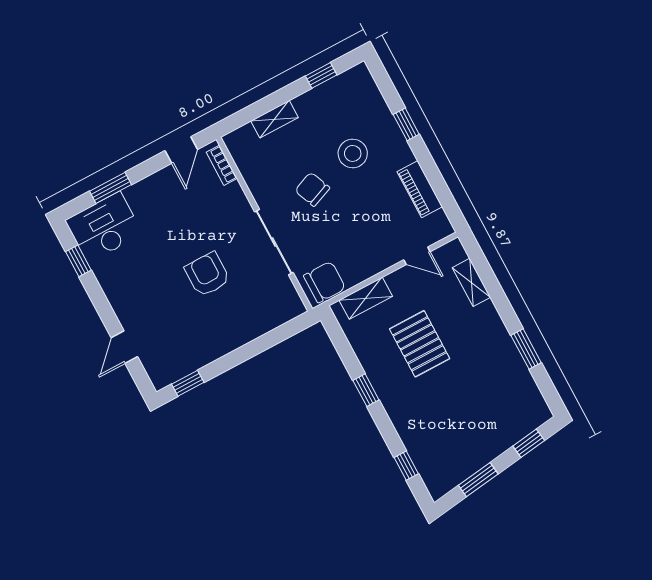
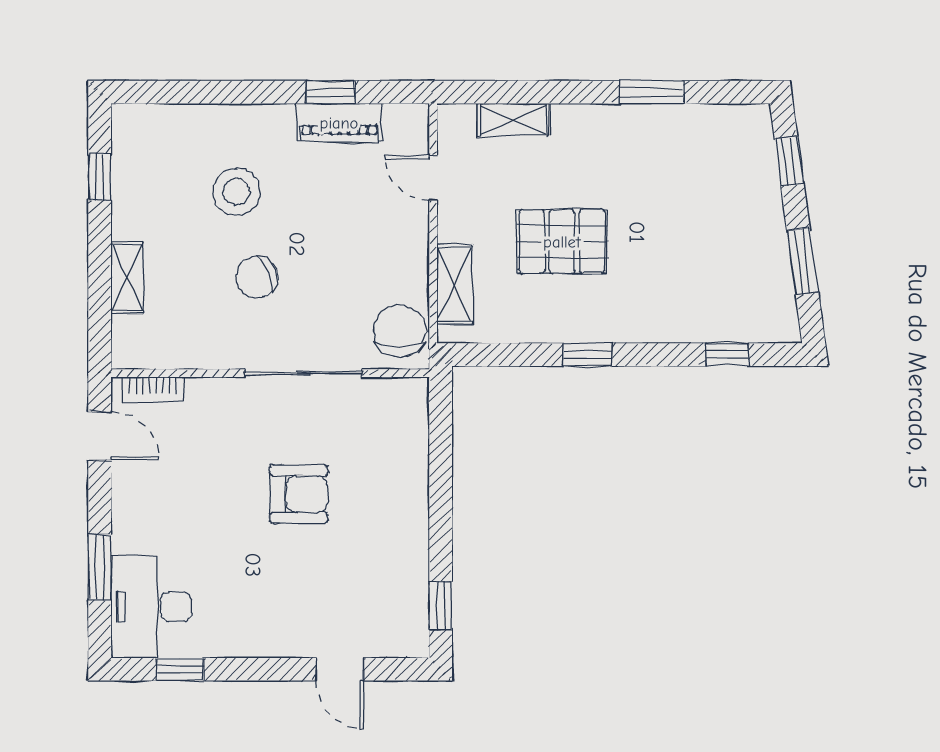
window: (406, 124) -> (331, 92), moved
door: (417, 256) -> (433, 178), swing flipped
armchair: (207, 274) -> (299, 494), turned 180

